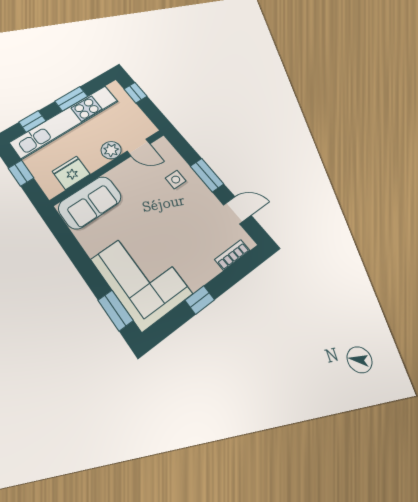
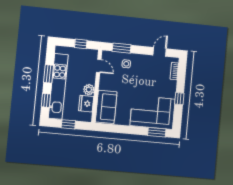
window: (135, 93) -> (81, 44), moved
door: (139, 148) -> (99, 66), hinge flipped
plant: (111, 150) -> (89, 90), moved
window: (207, 175) -> (122, 48), moved

